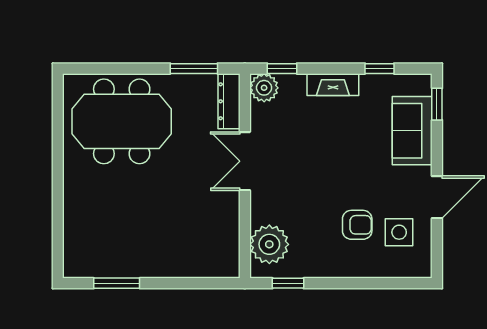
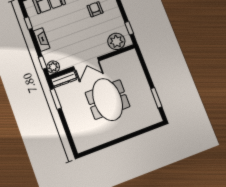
meeting table: (122, 121) -> (108, 100), moved

